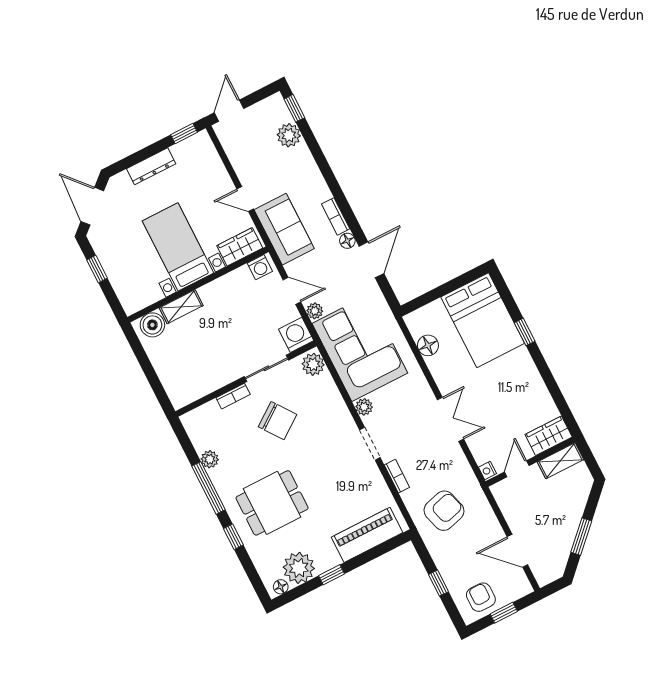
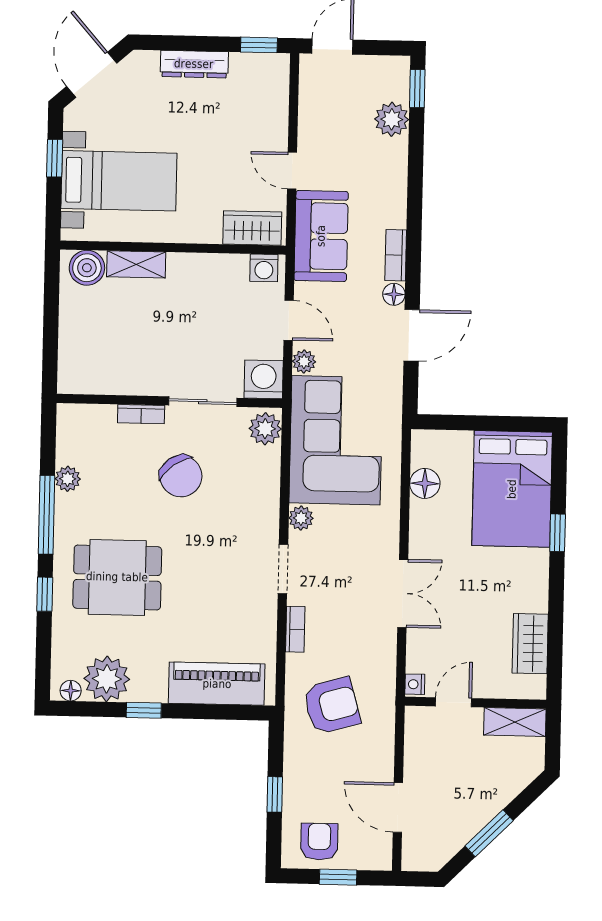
bed with nightstands: (178, 247) -> (119, 181), moved, turned 90
wardrobe: (549, 436) -> (530, 644), moved, turned -90

